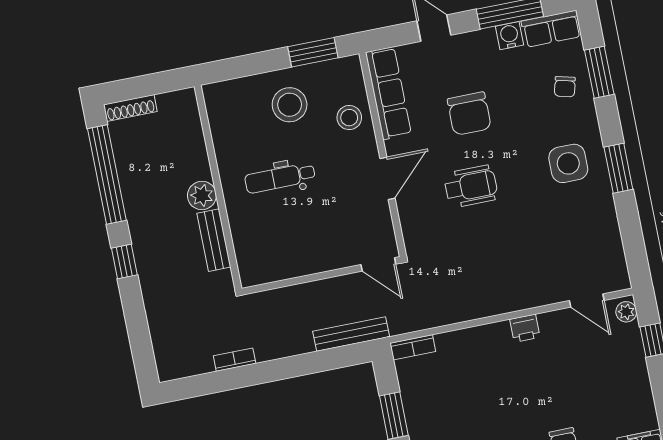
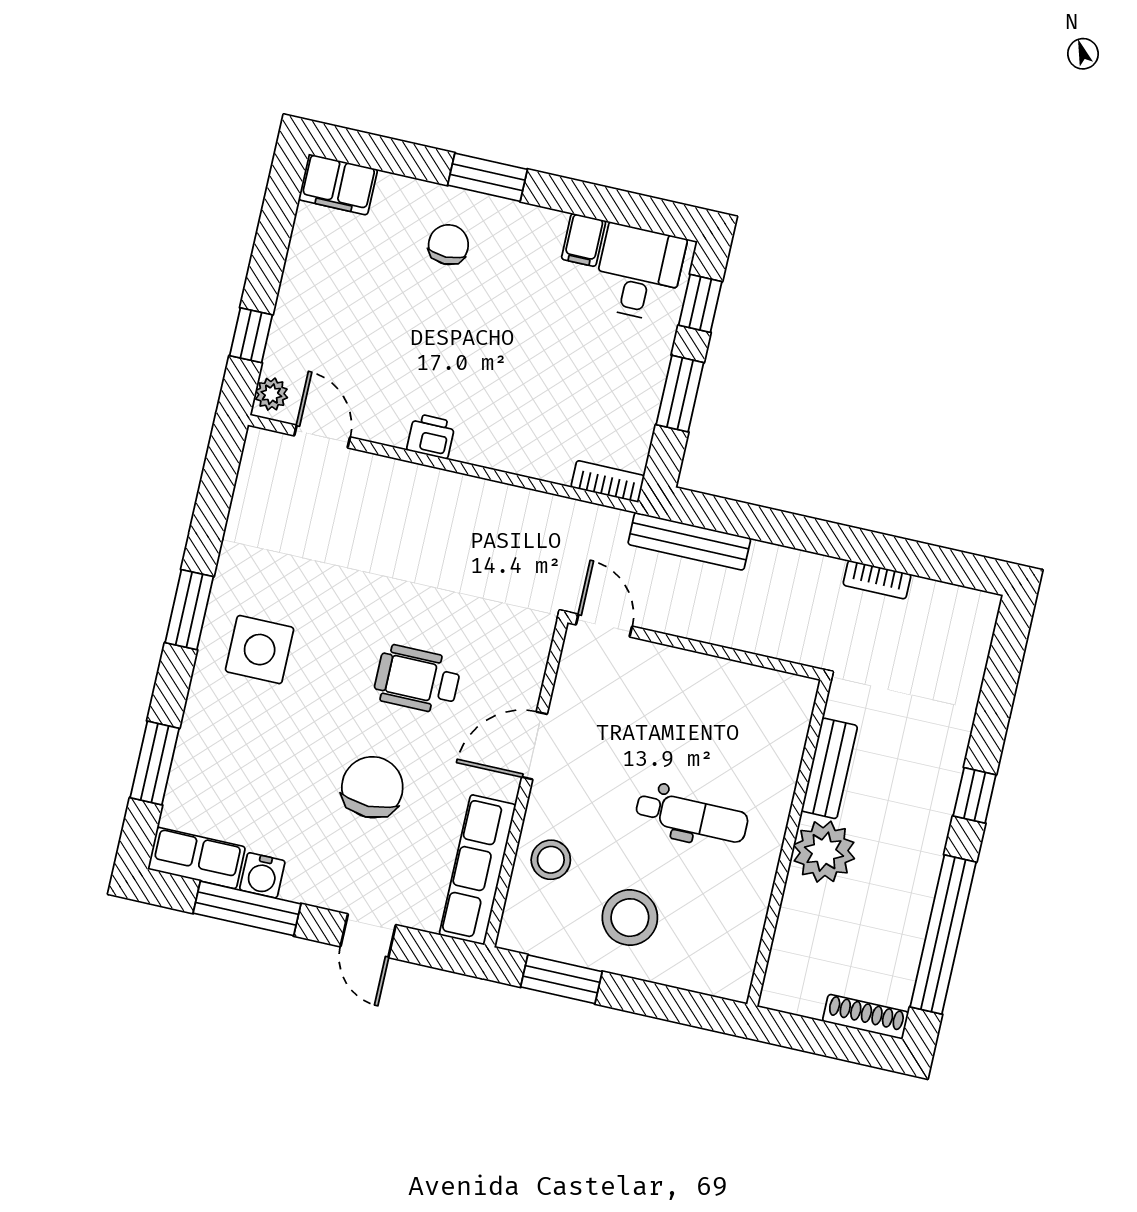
chair: (565, 87) -> (215, 764), removed
plant: (202, 195) -> (824, 852), width x1.36, depth x1.36

